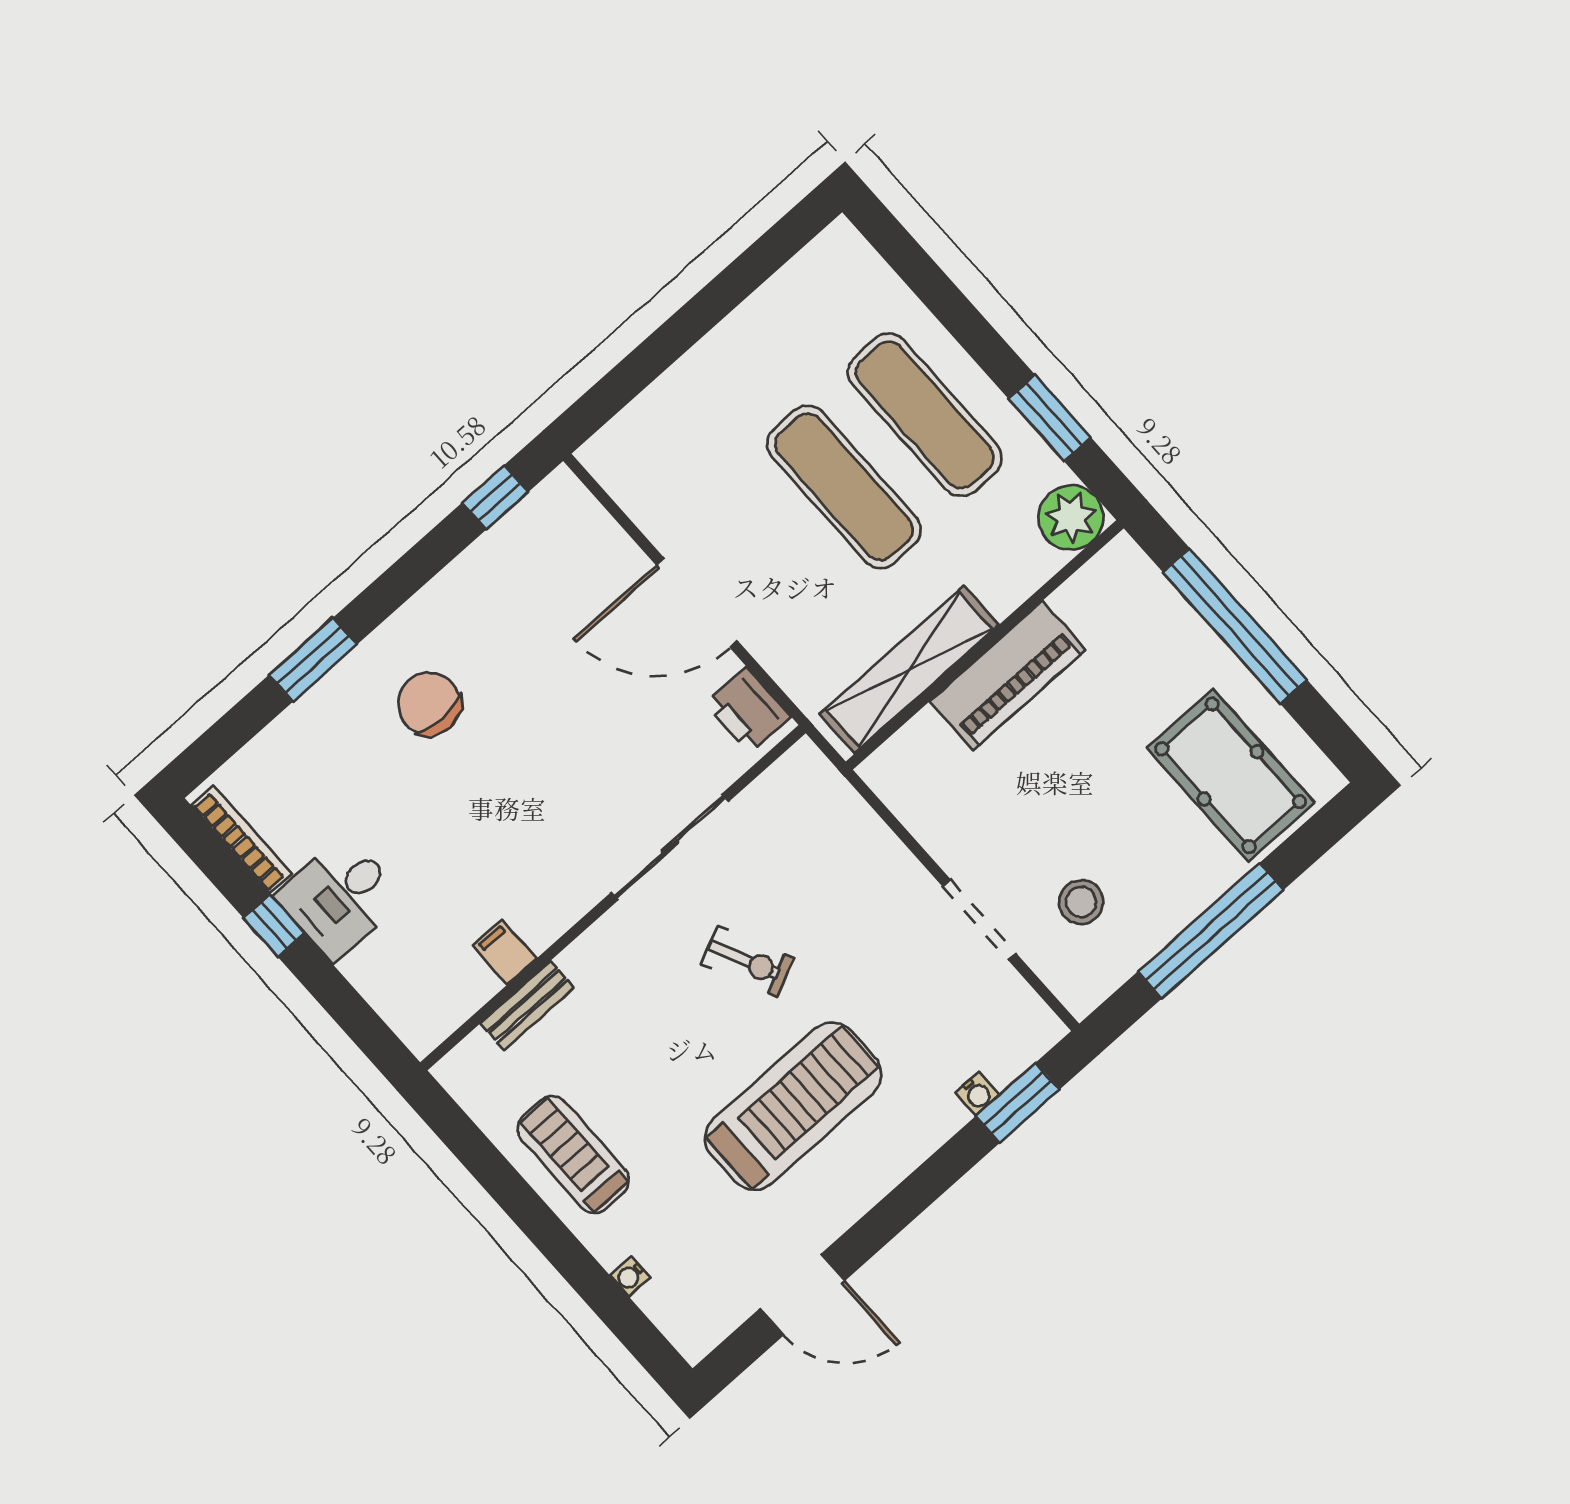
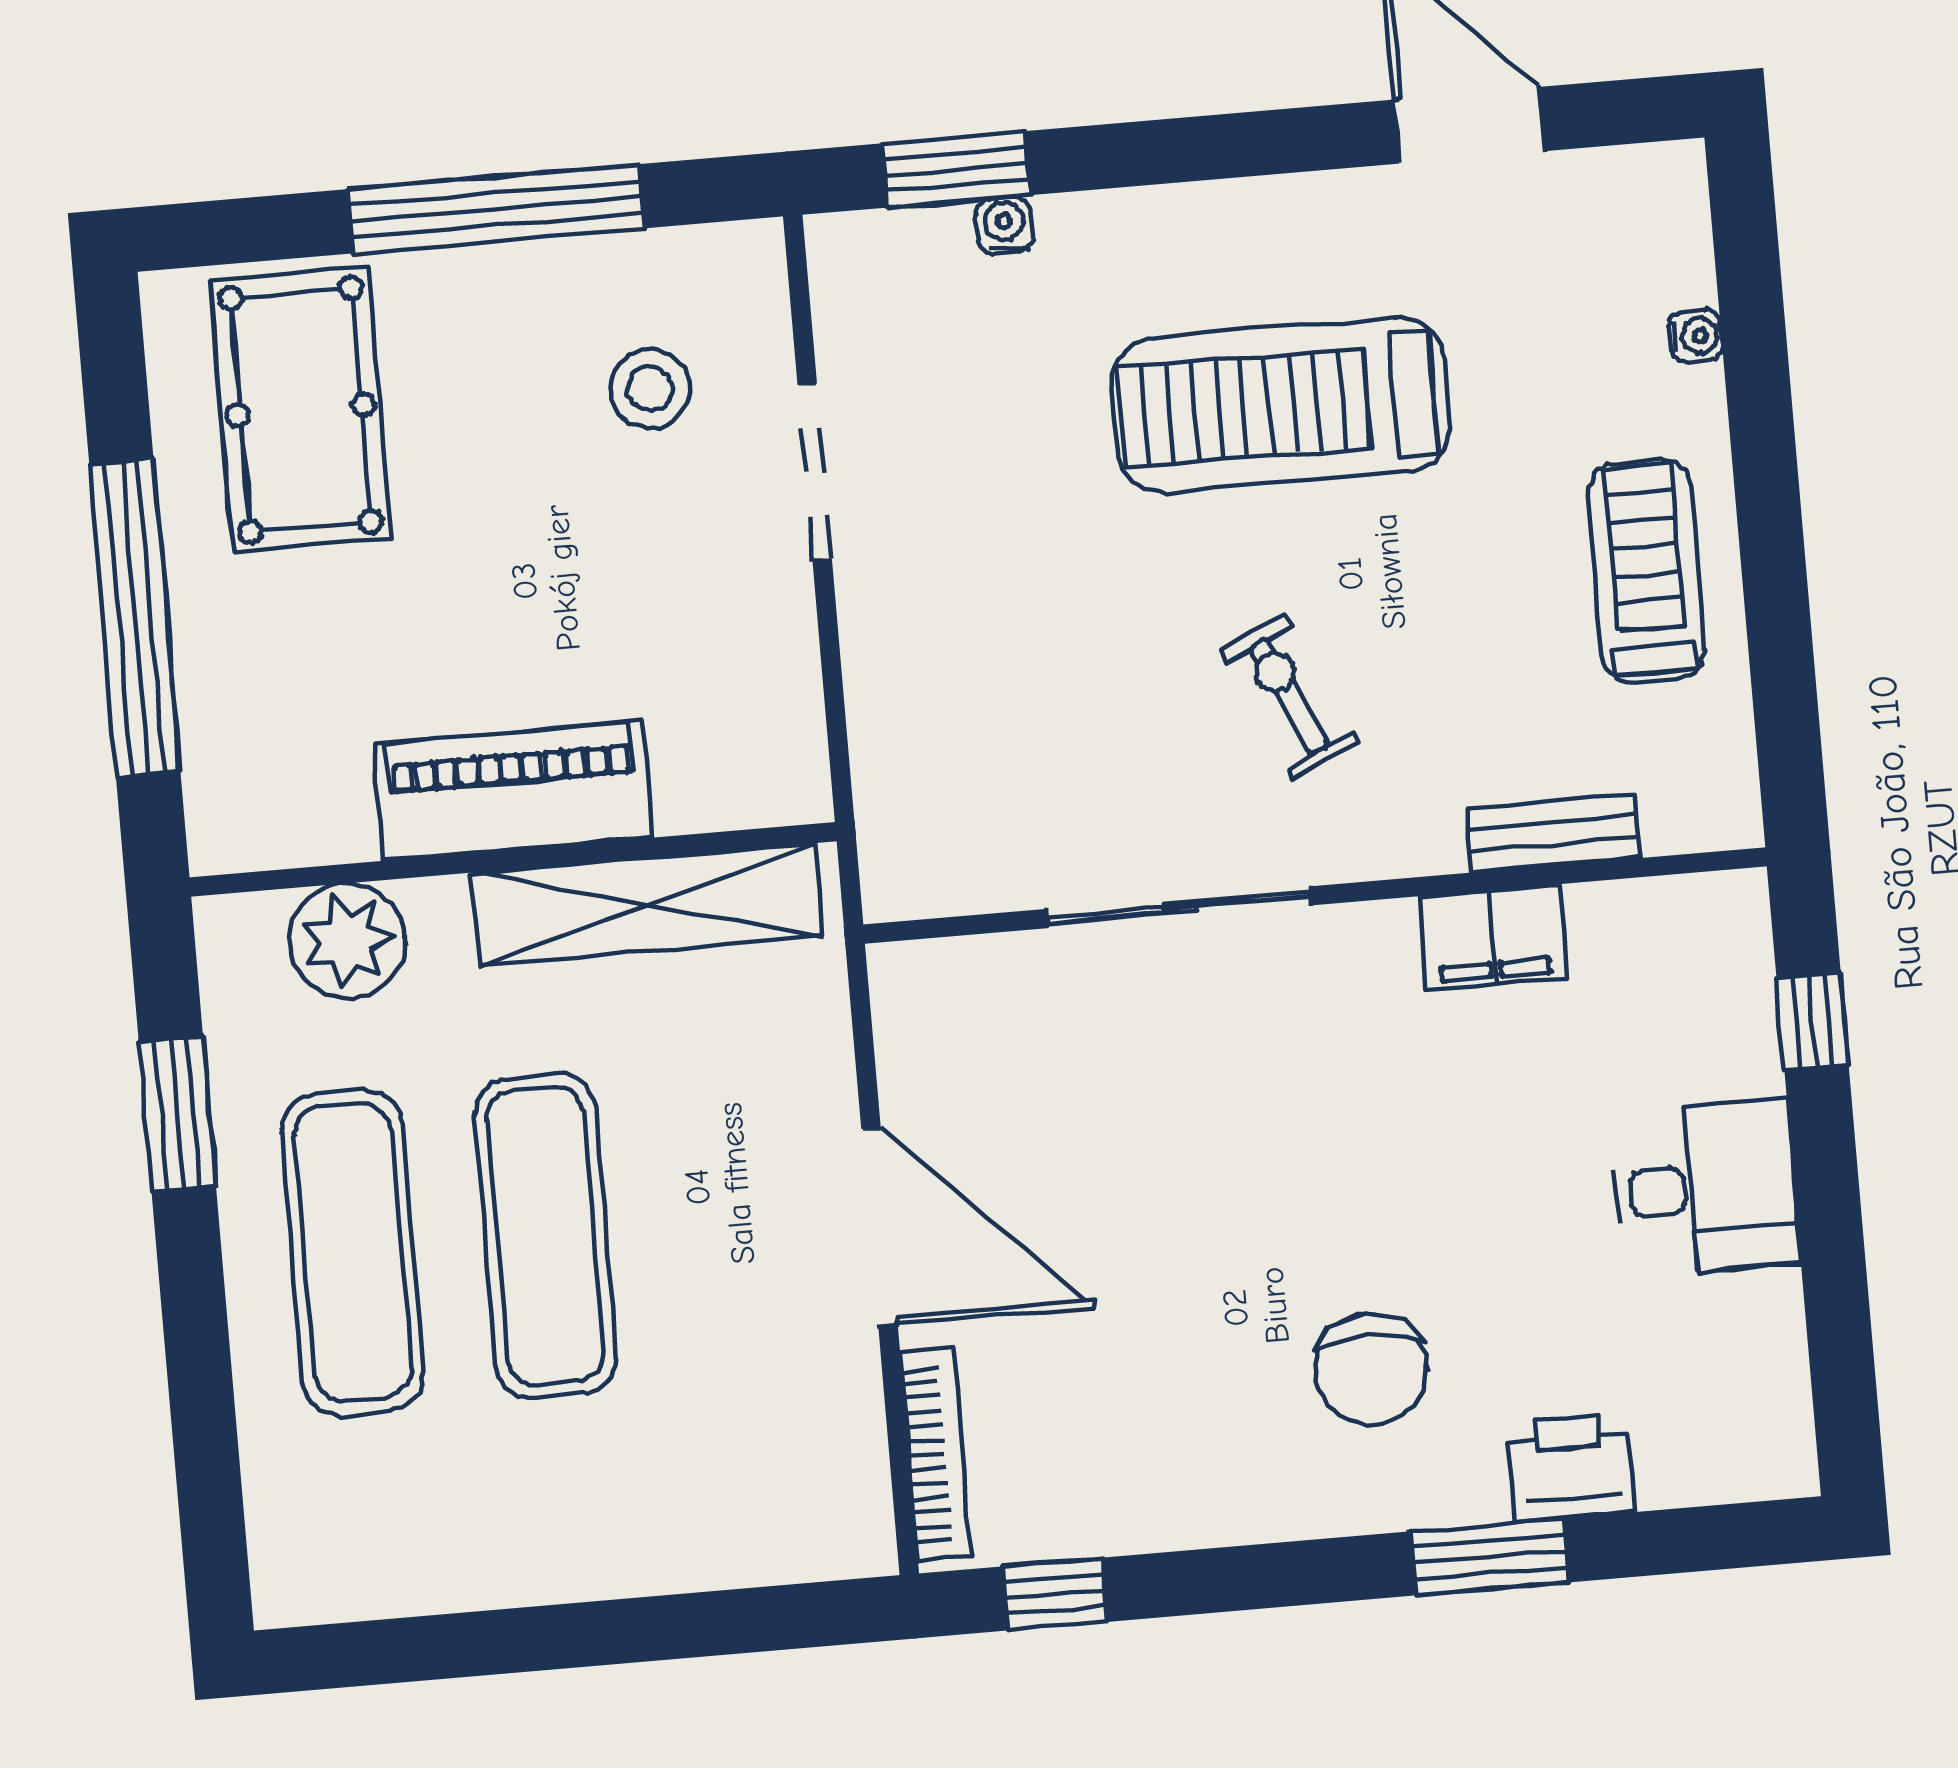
plant: (1071, 518) -> (347, 941), moved
printer: (748, 710) -> (1571, 1468), moved, turned -90
bookcase: (242, 839) -> (936, 1454), moved, turned 180
window: (274, 926) -> (1813, 1022), moved
filing cabinet: (504, 952) -> (1493, 937), width x2.00
exercise bike: (747, 961) -> (1289, 696), moved
treadmill: (573, 1154) -> (1646, 571), turned 180

